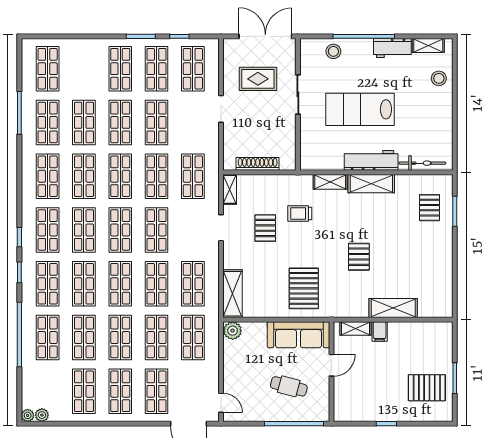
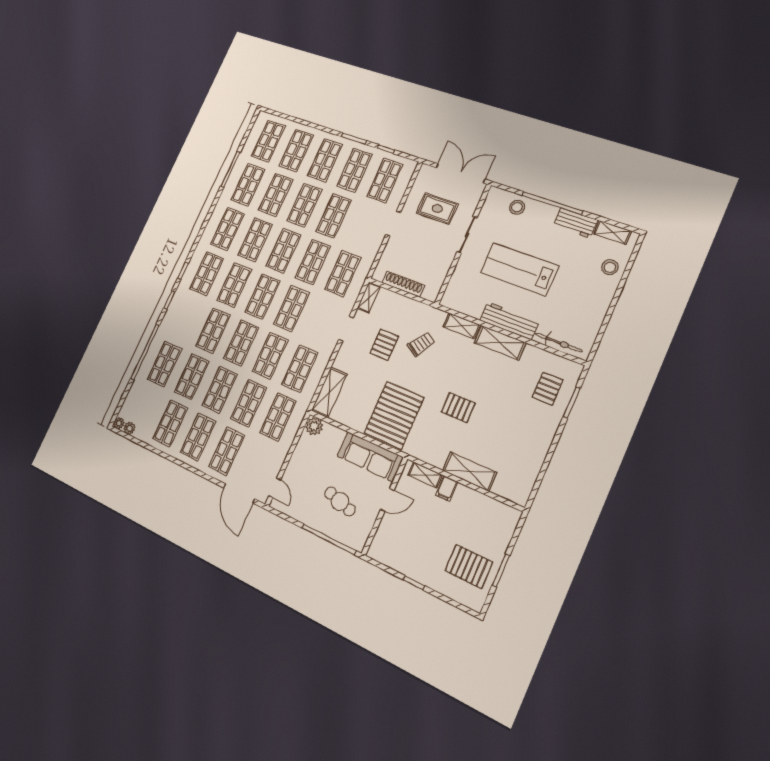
trolley: (300, 214) -> (421, 344), turned 122
pallet: (359, 257) -> (458, 407), turned 90
shop shelf: (48, 284) -> (296, 150), moved
pallet: (304, 288) -> (394, 415), width x1.37, depth x1.41

